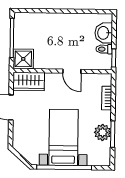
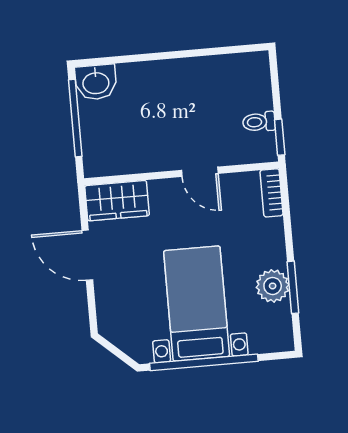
washbasin: (104, 33) -> (96, 82), moved, turned -90
shower: (23, 59) -> (102, 157), removed
bookcase: (107, 98) -> (272, 193), moved

